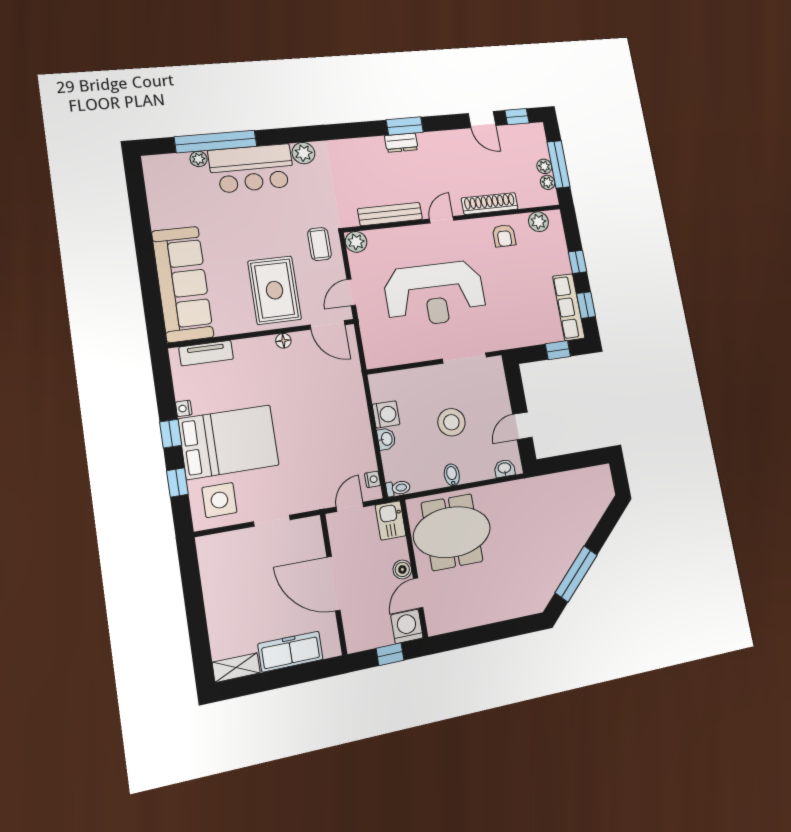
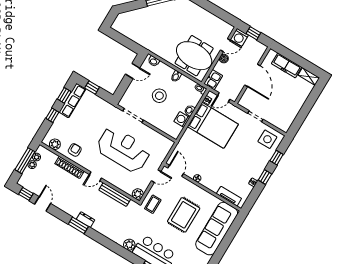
rug: (275, 290) -> (184, 215), moved
bed: (229, 442) -> (213, 125), moved, turned 180

